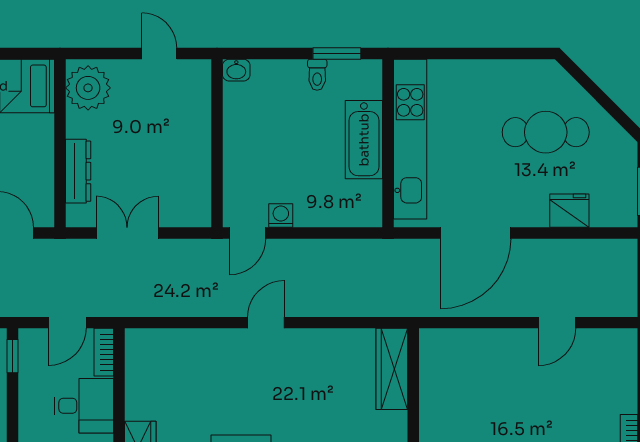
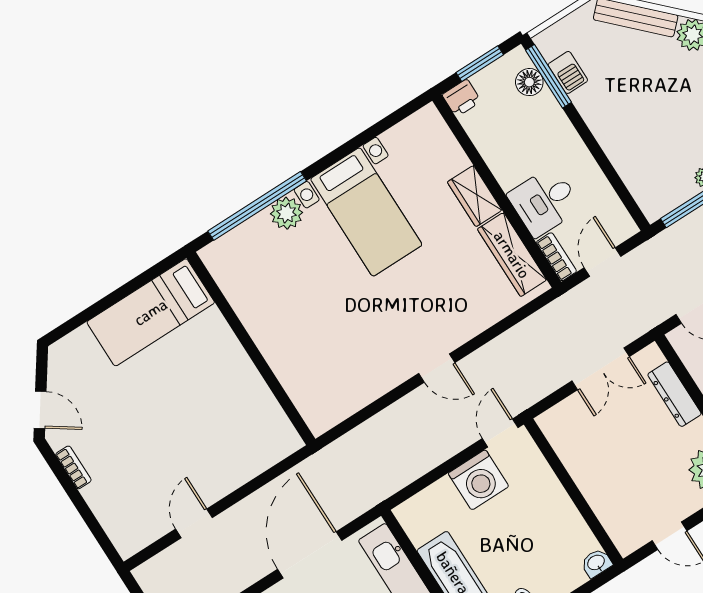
washing machine: (281, 215) -> (478, 480), width x1.89, depth x1.89
door: (266, 323) -> (437, 368), hinge flipped
window: (12, 356) -> (631, 205), removed
wardrobe: (392, 369) -> (512, 255), moved, turned 180

